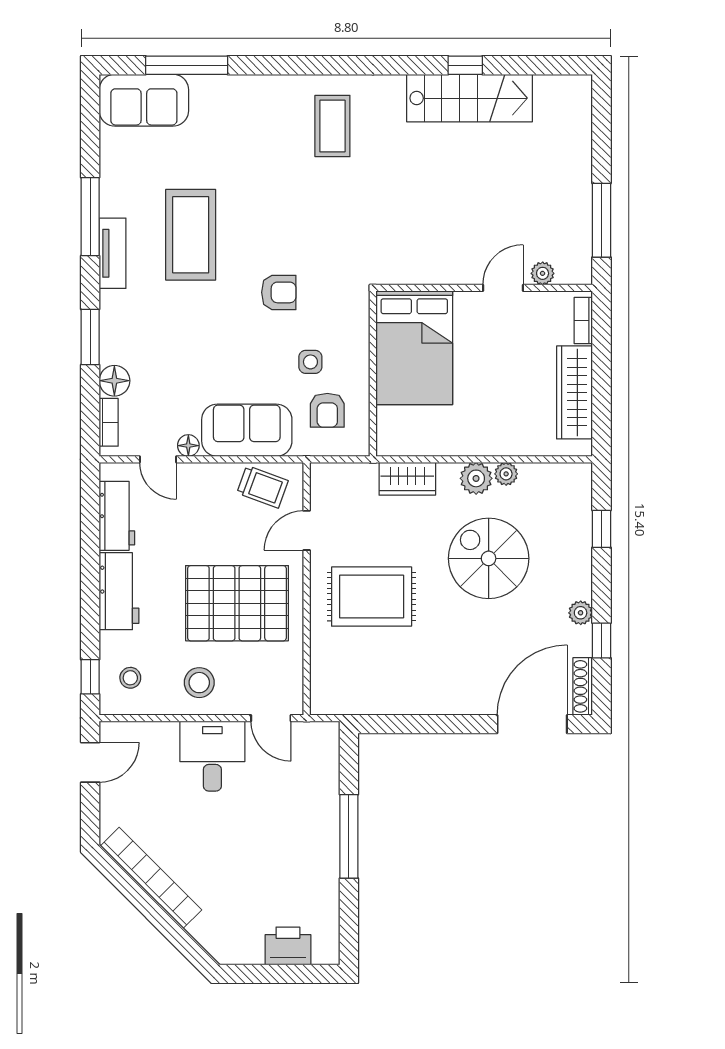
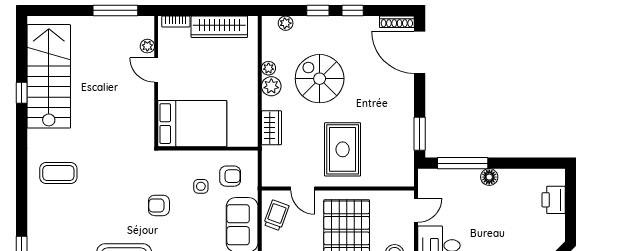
stairs: (470, 98) -> (49, 76), width x1.36, depth x1.51
armchair: (279, 292) -> (159, 205), turned -90
window: (602, 529) -> (318, 10), moved
spiral stairs: (489, 558) -> (320, 79), turned 90
plant: (581, 613) -> (286, 23), moved
window: (602, 641) -> (353, 10), moved
window: (397, 724) -> (420, 134), added
window: (349, 836) -> (463, 163), moved
floor lamp: (326, 839) -> (489, 177), added

